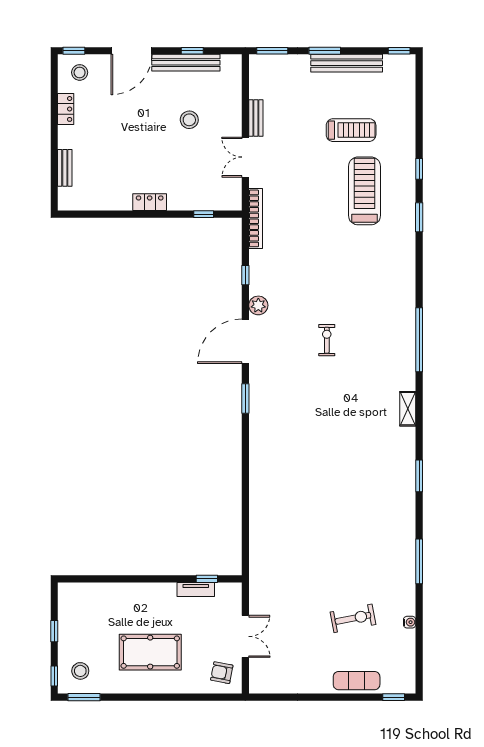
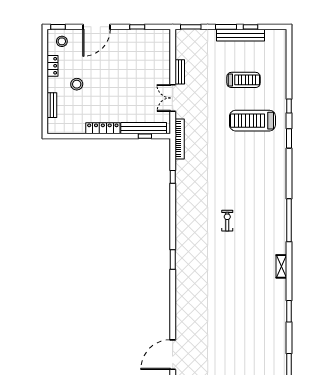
window: (399, 51) -> (251, 27), moved
bench: (186, 63) -> (144, 128), moved
stool: (189, 120) -> (77, 84), moved
treadmill: (364, 191) -> (252, 121), turned -90
locker: (150, 202) -> (103, 128), width x1.53
plant: (258, 305) -> (181, 197), removed
door: (245, 341) -> (173, 355), moved

